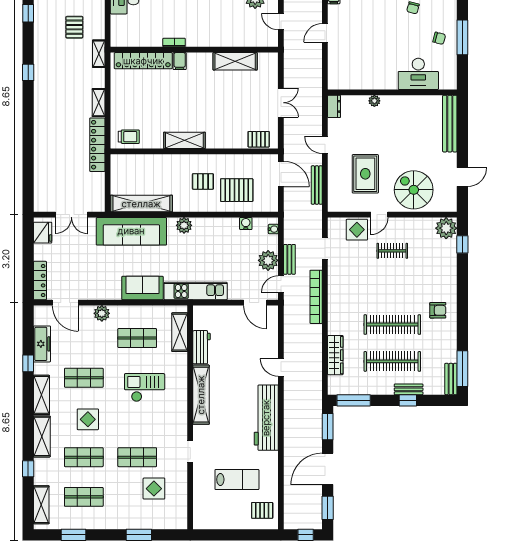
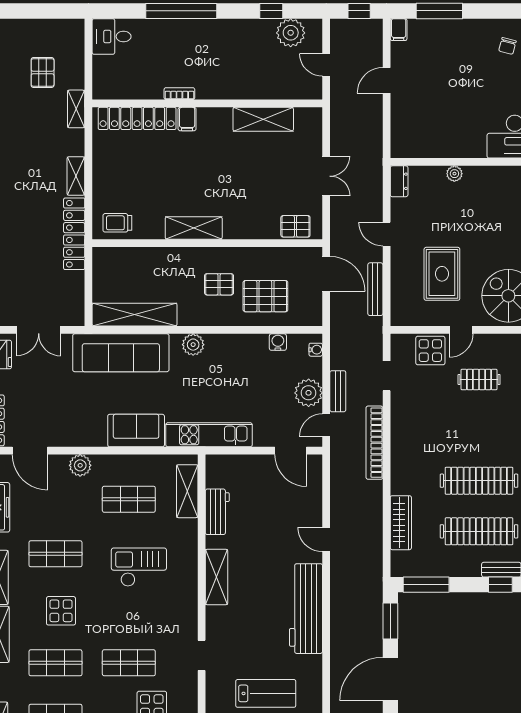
trolley: (129, 137) -> (117, 223), turned 180
shelving: (201, 395) -> (216, 577), width x0.68

